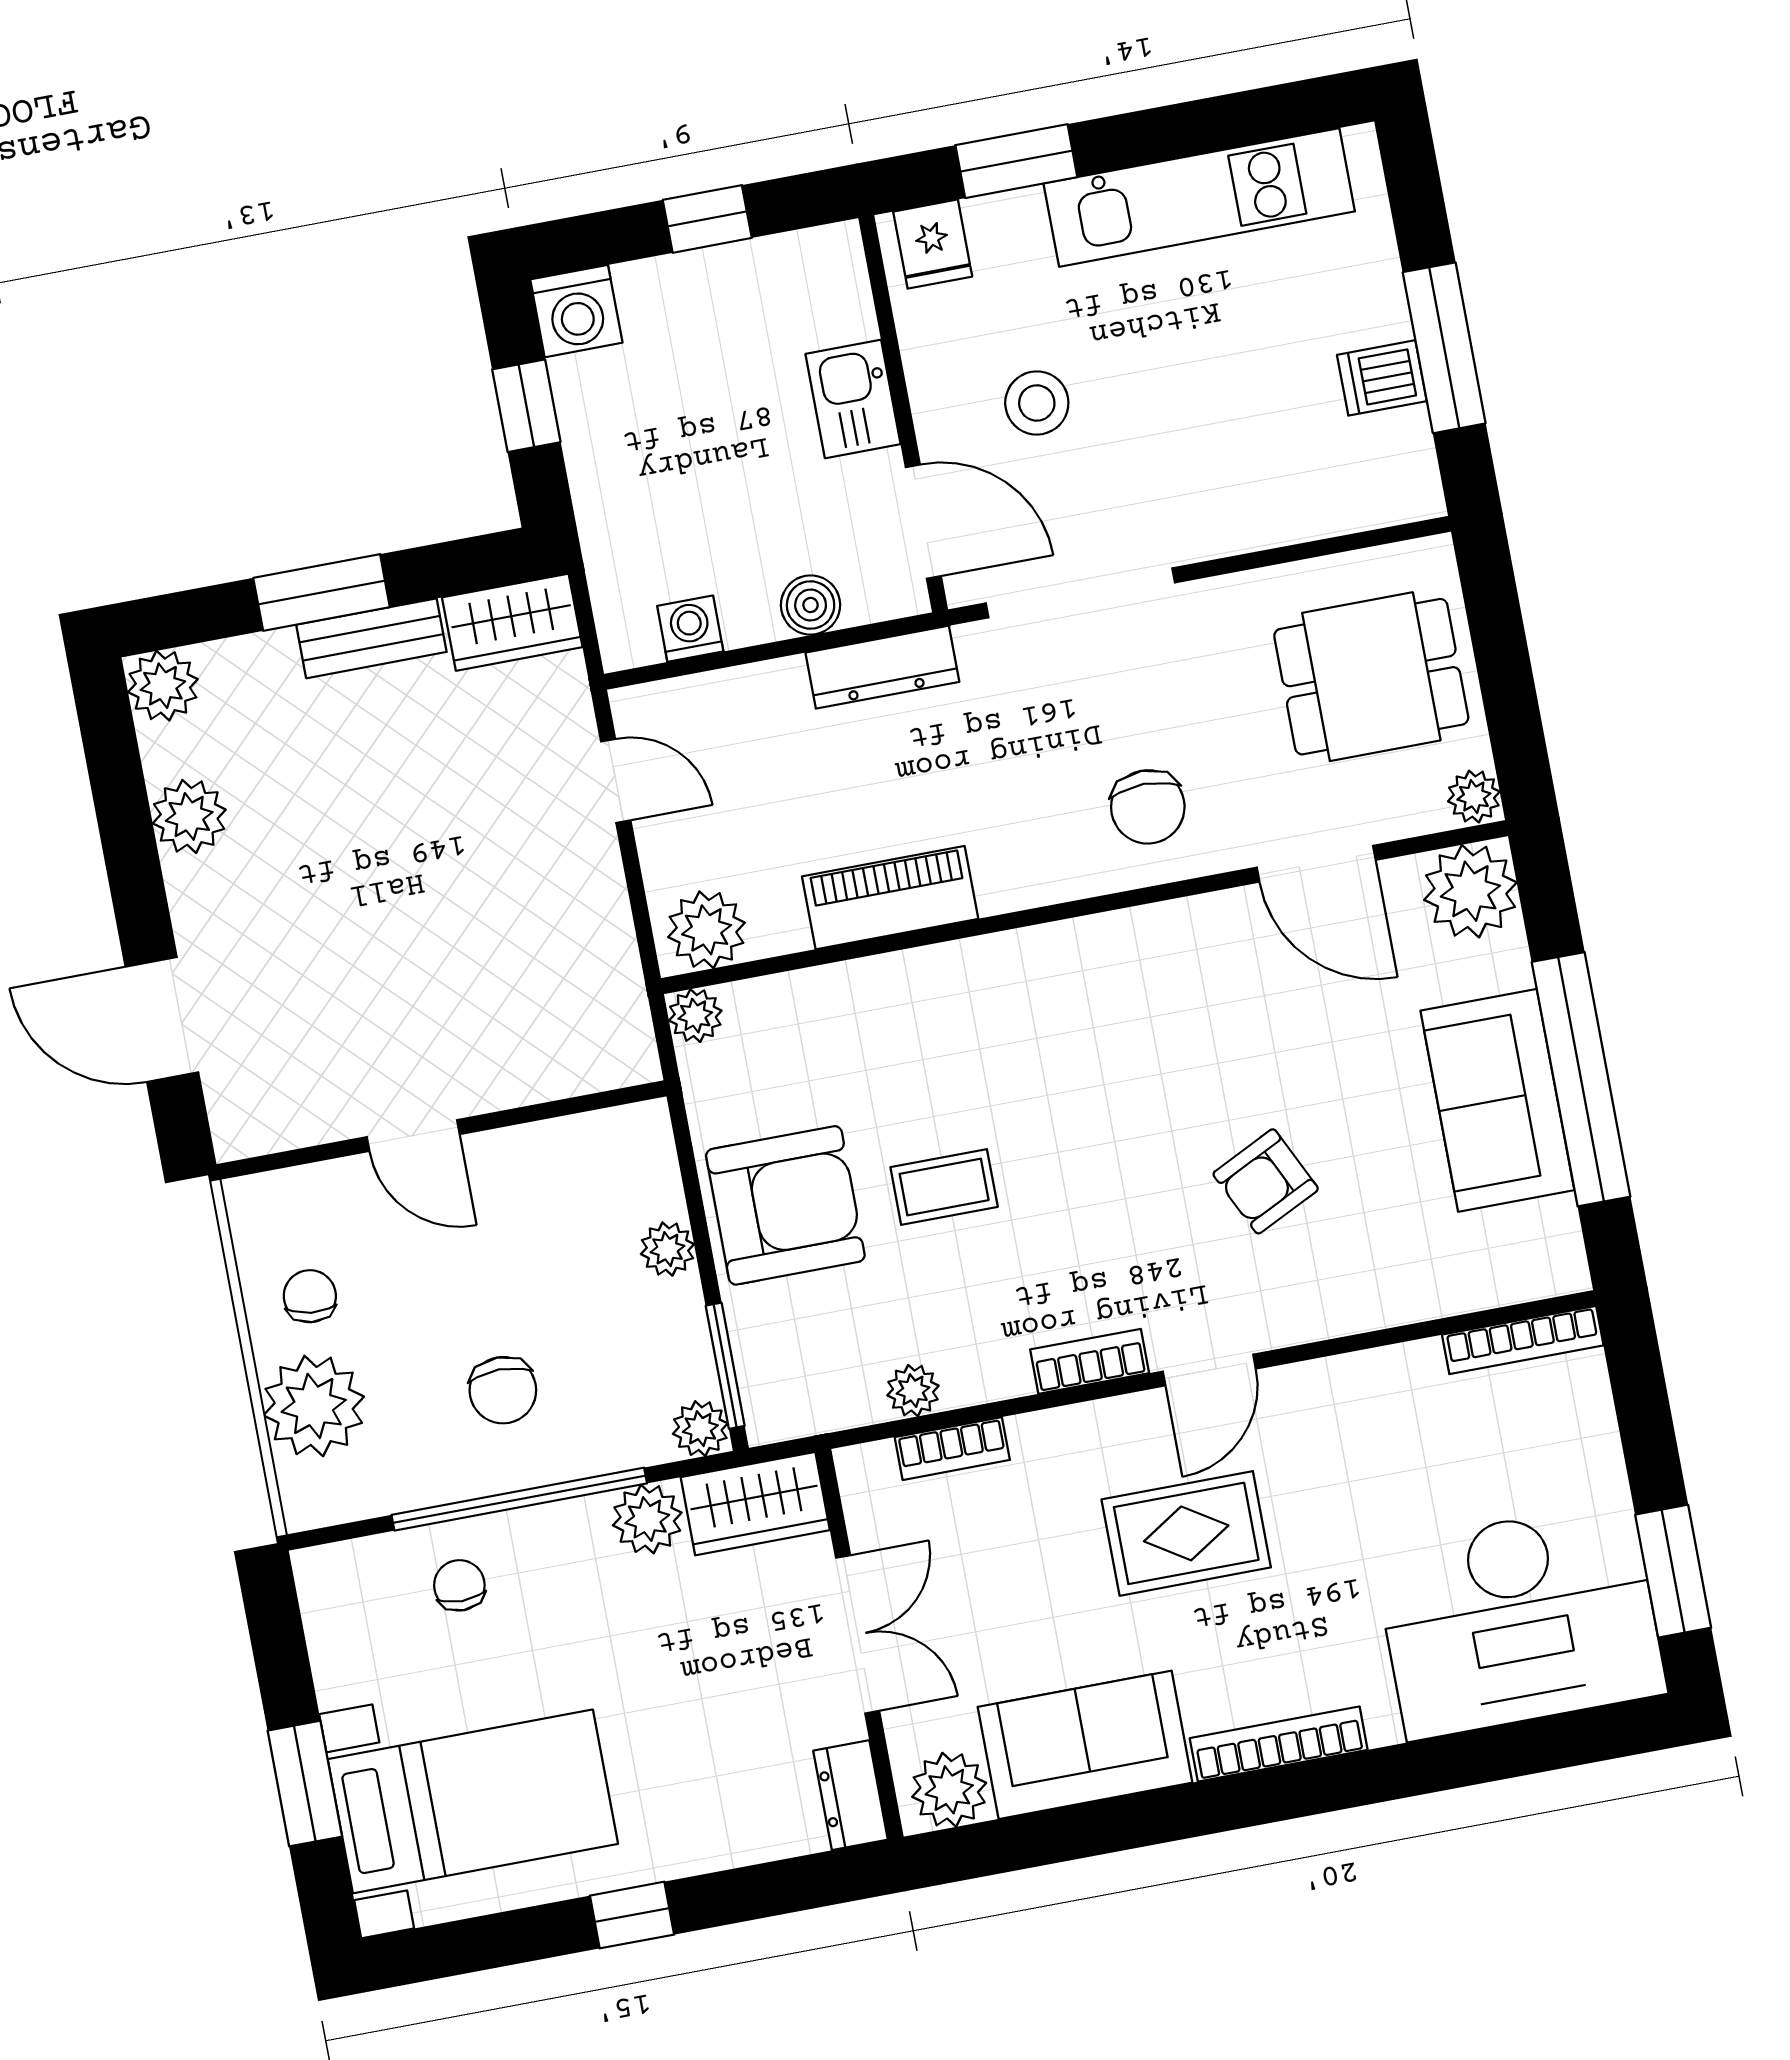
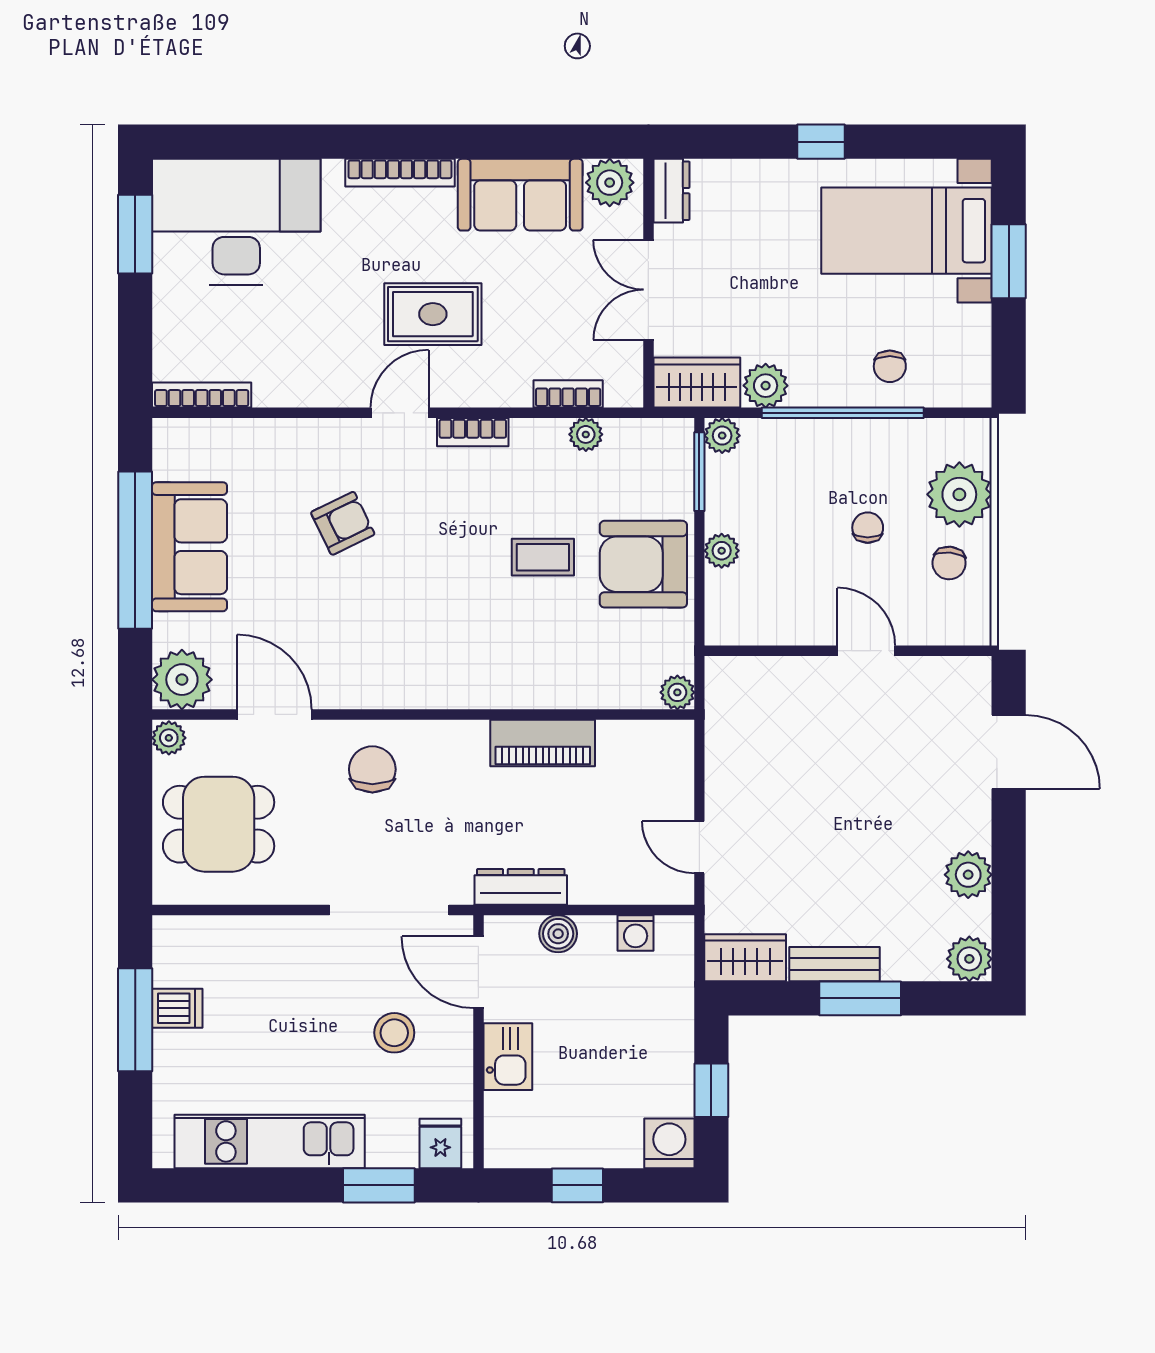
plant: (707, 930) -> (660, 744), removed
chair: (503, 1390) -> (868, 528), moved, width x0.73, depth x0.73

